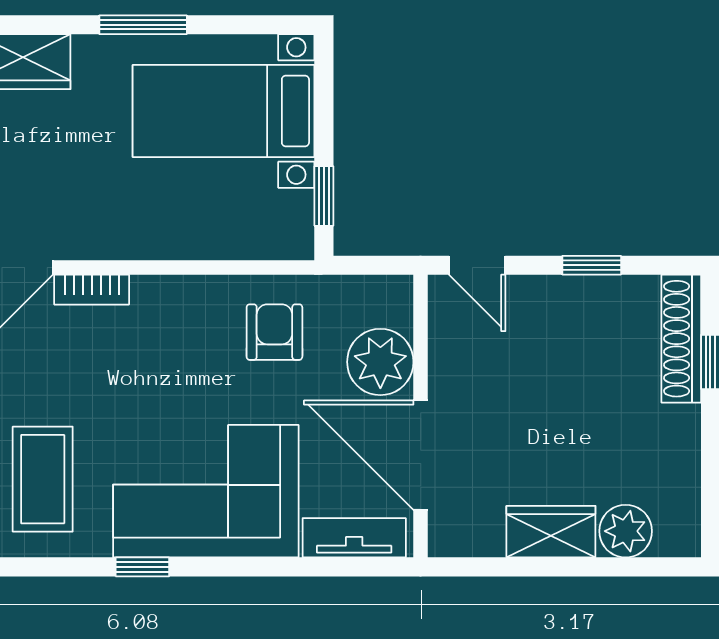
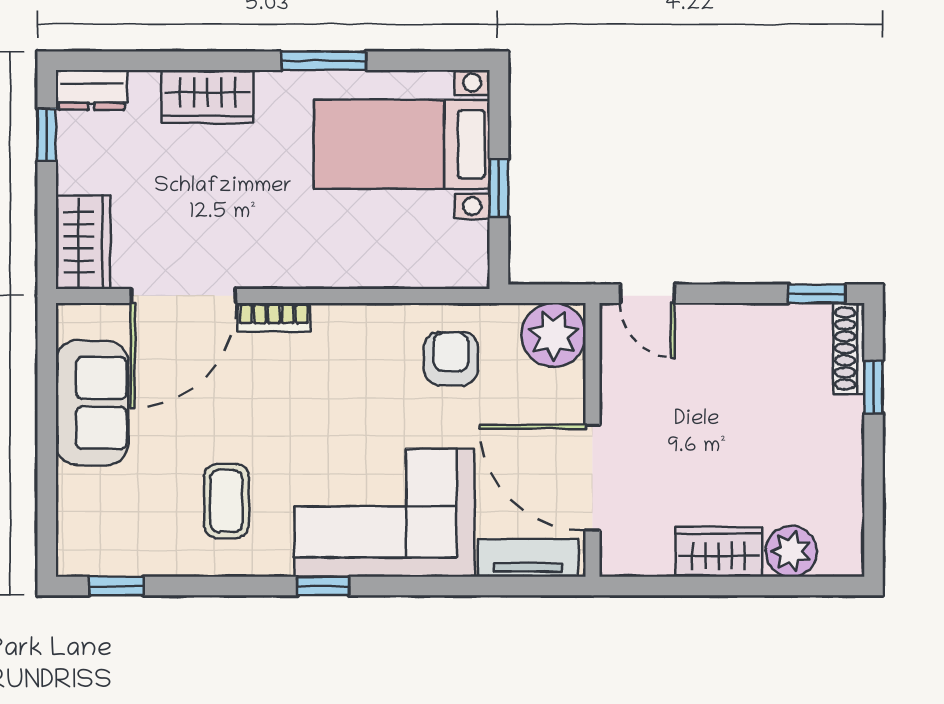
window: (324, 196) -> (499, 188), moved
window: (592, 265) -> (817, 294), moved
shoe rack: (681, 339) -> (849, 348), width x0.74, depth x0.81
plant: (380, 362) -> (554, 335), moved
coffee table: (43, 479) -> (226, 501), width x0.73, depth x0.77

